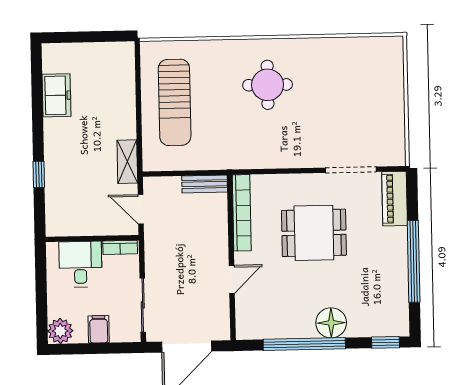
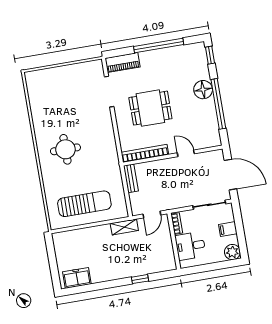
freezer: (56, 95) -> (77, 278), moved
dining table: (314, 233) -> (150, 108), turned 90

